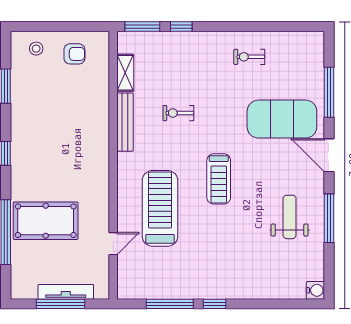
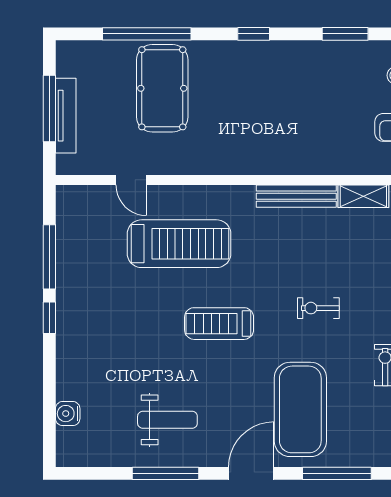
exercise bike: (178, 113) -> (318, 308), moved, turned -90
water cooler: (315, 290) -> (68, 414), moved, turned 90

